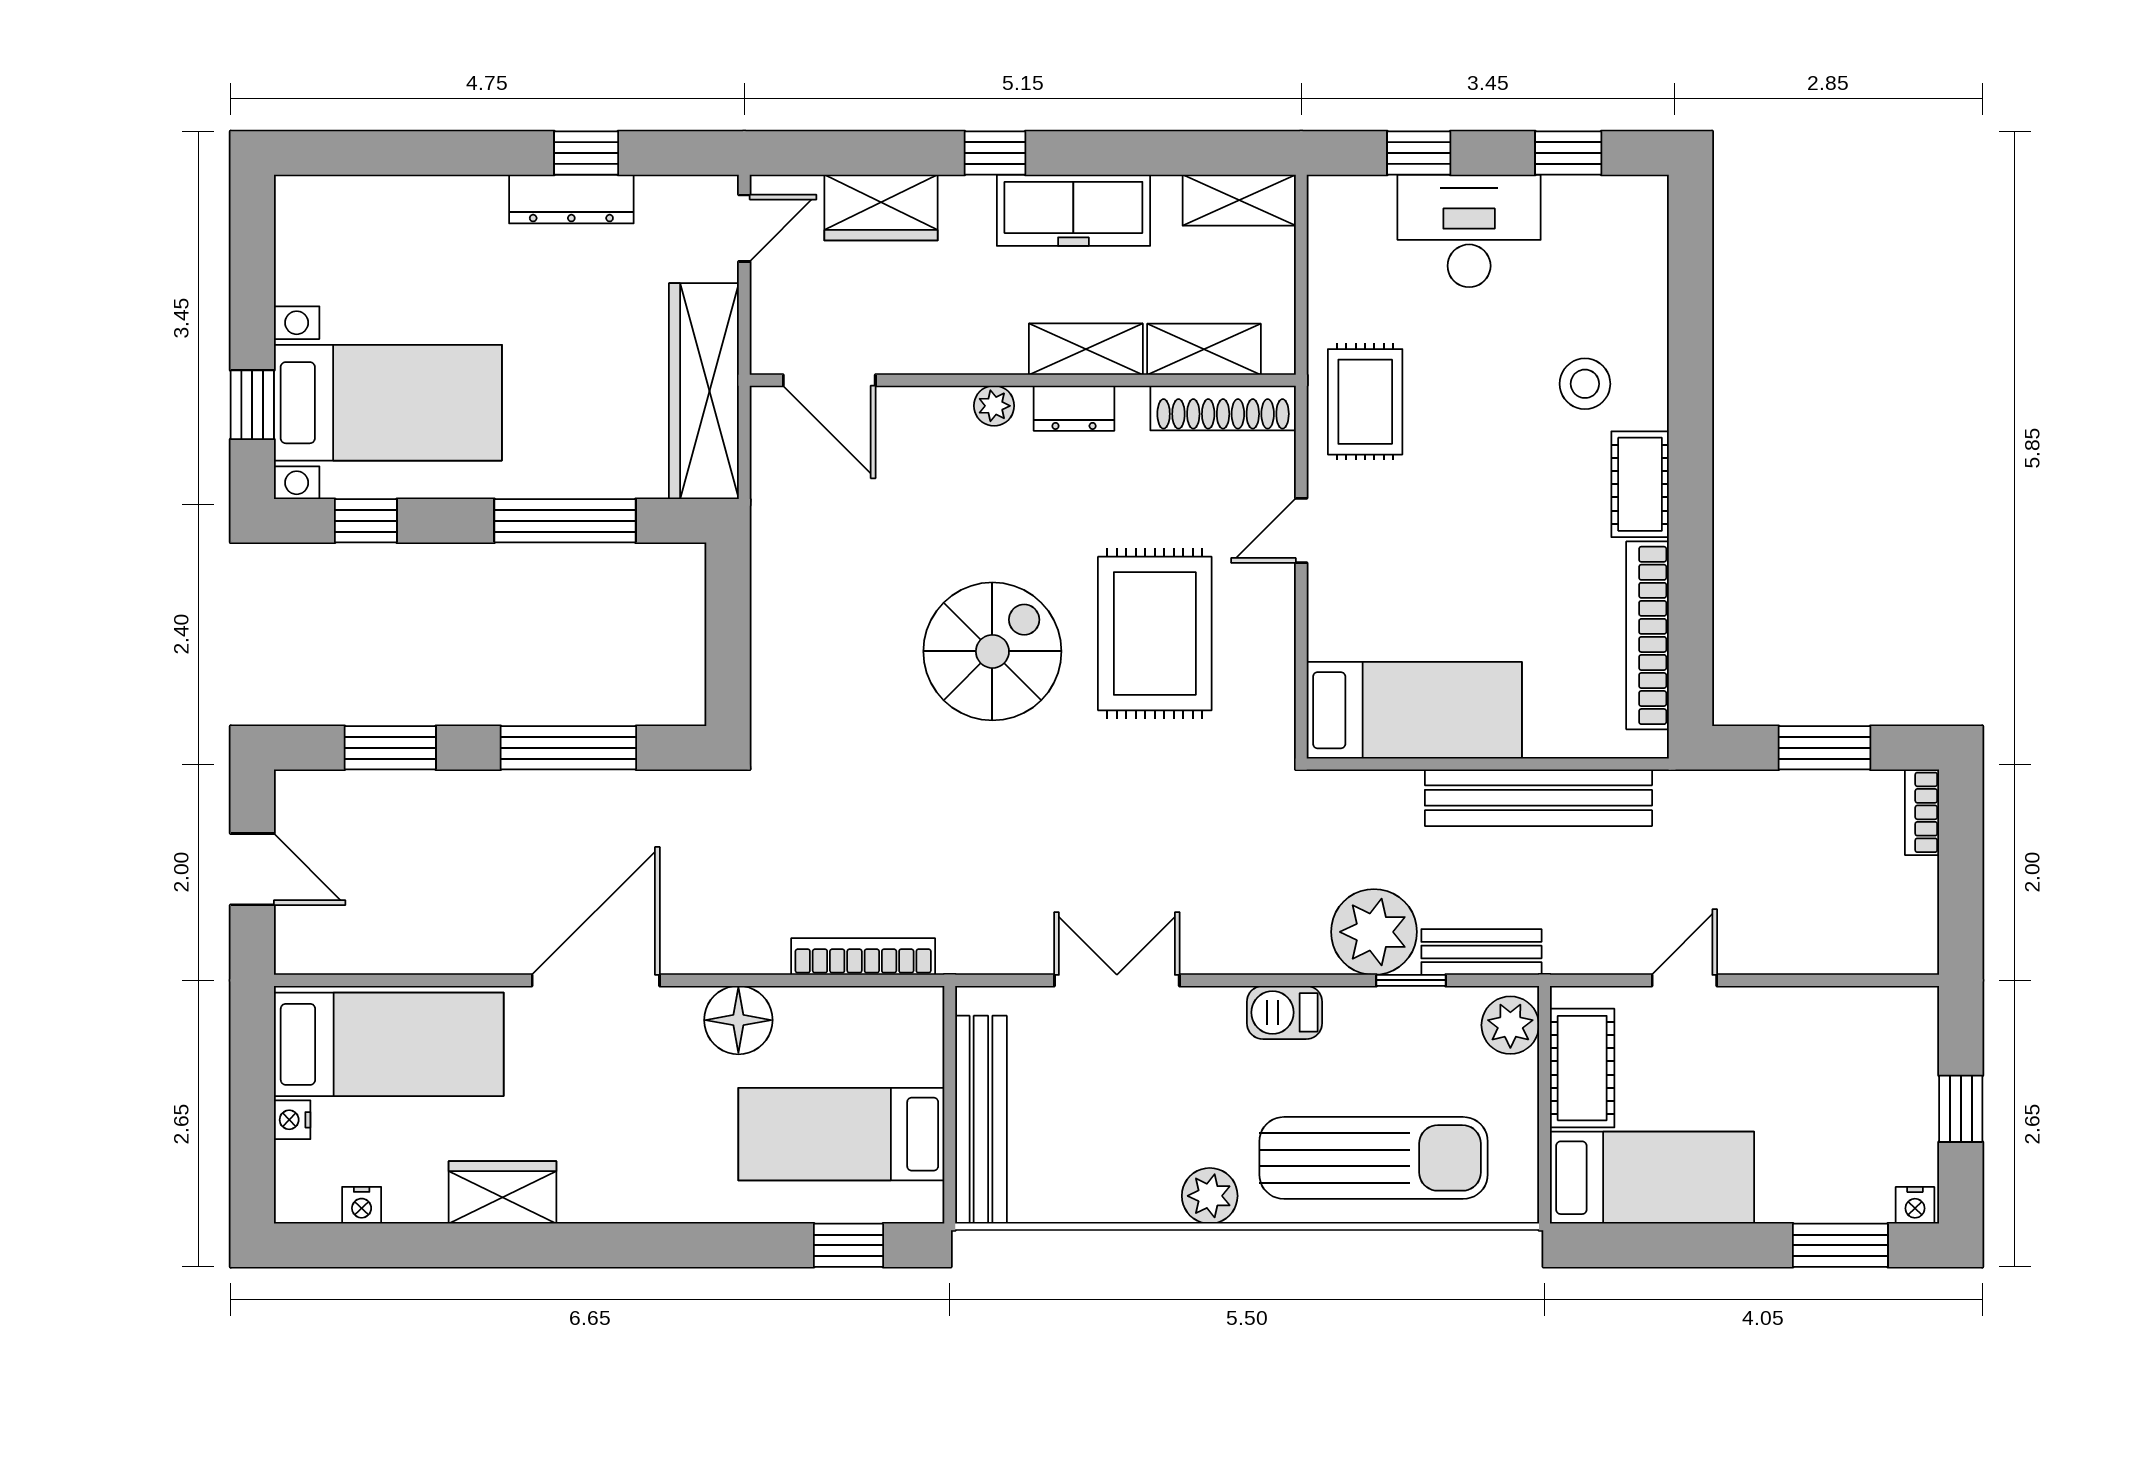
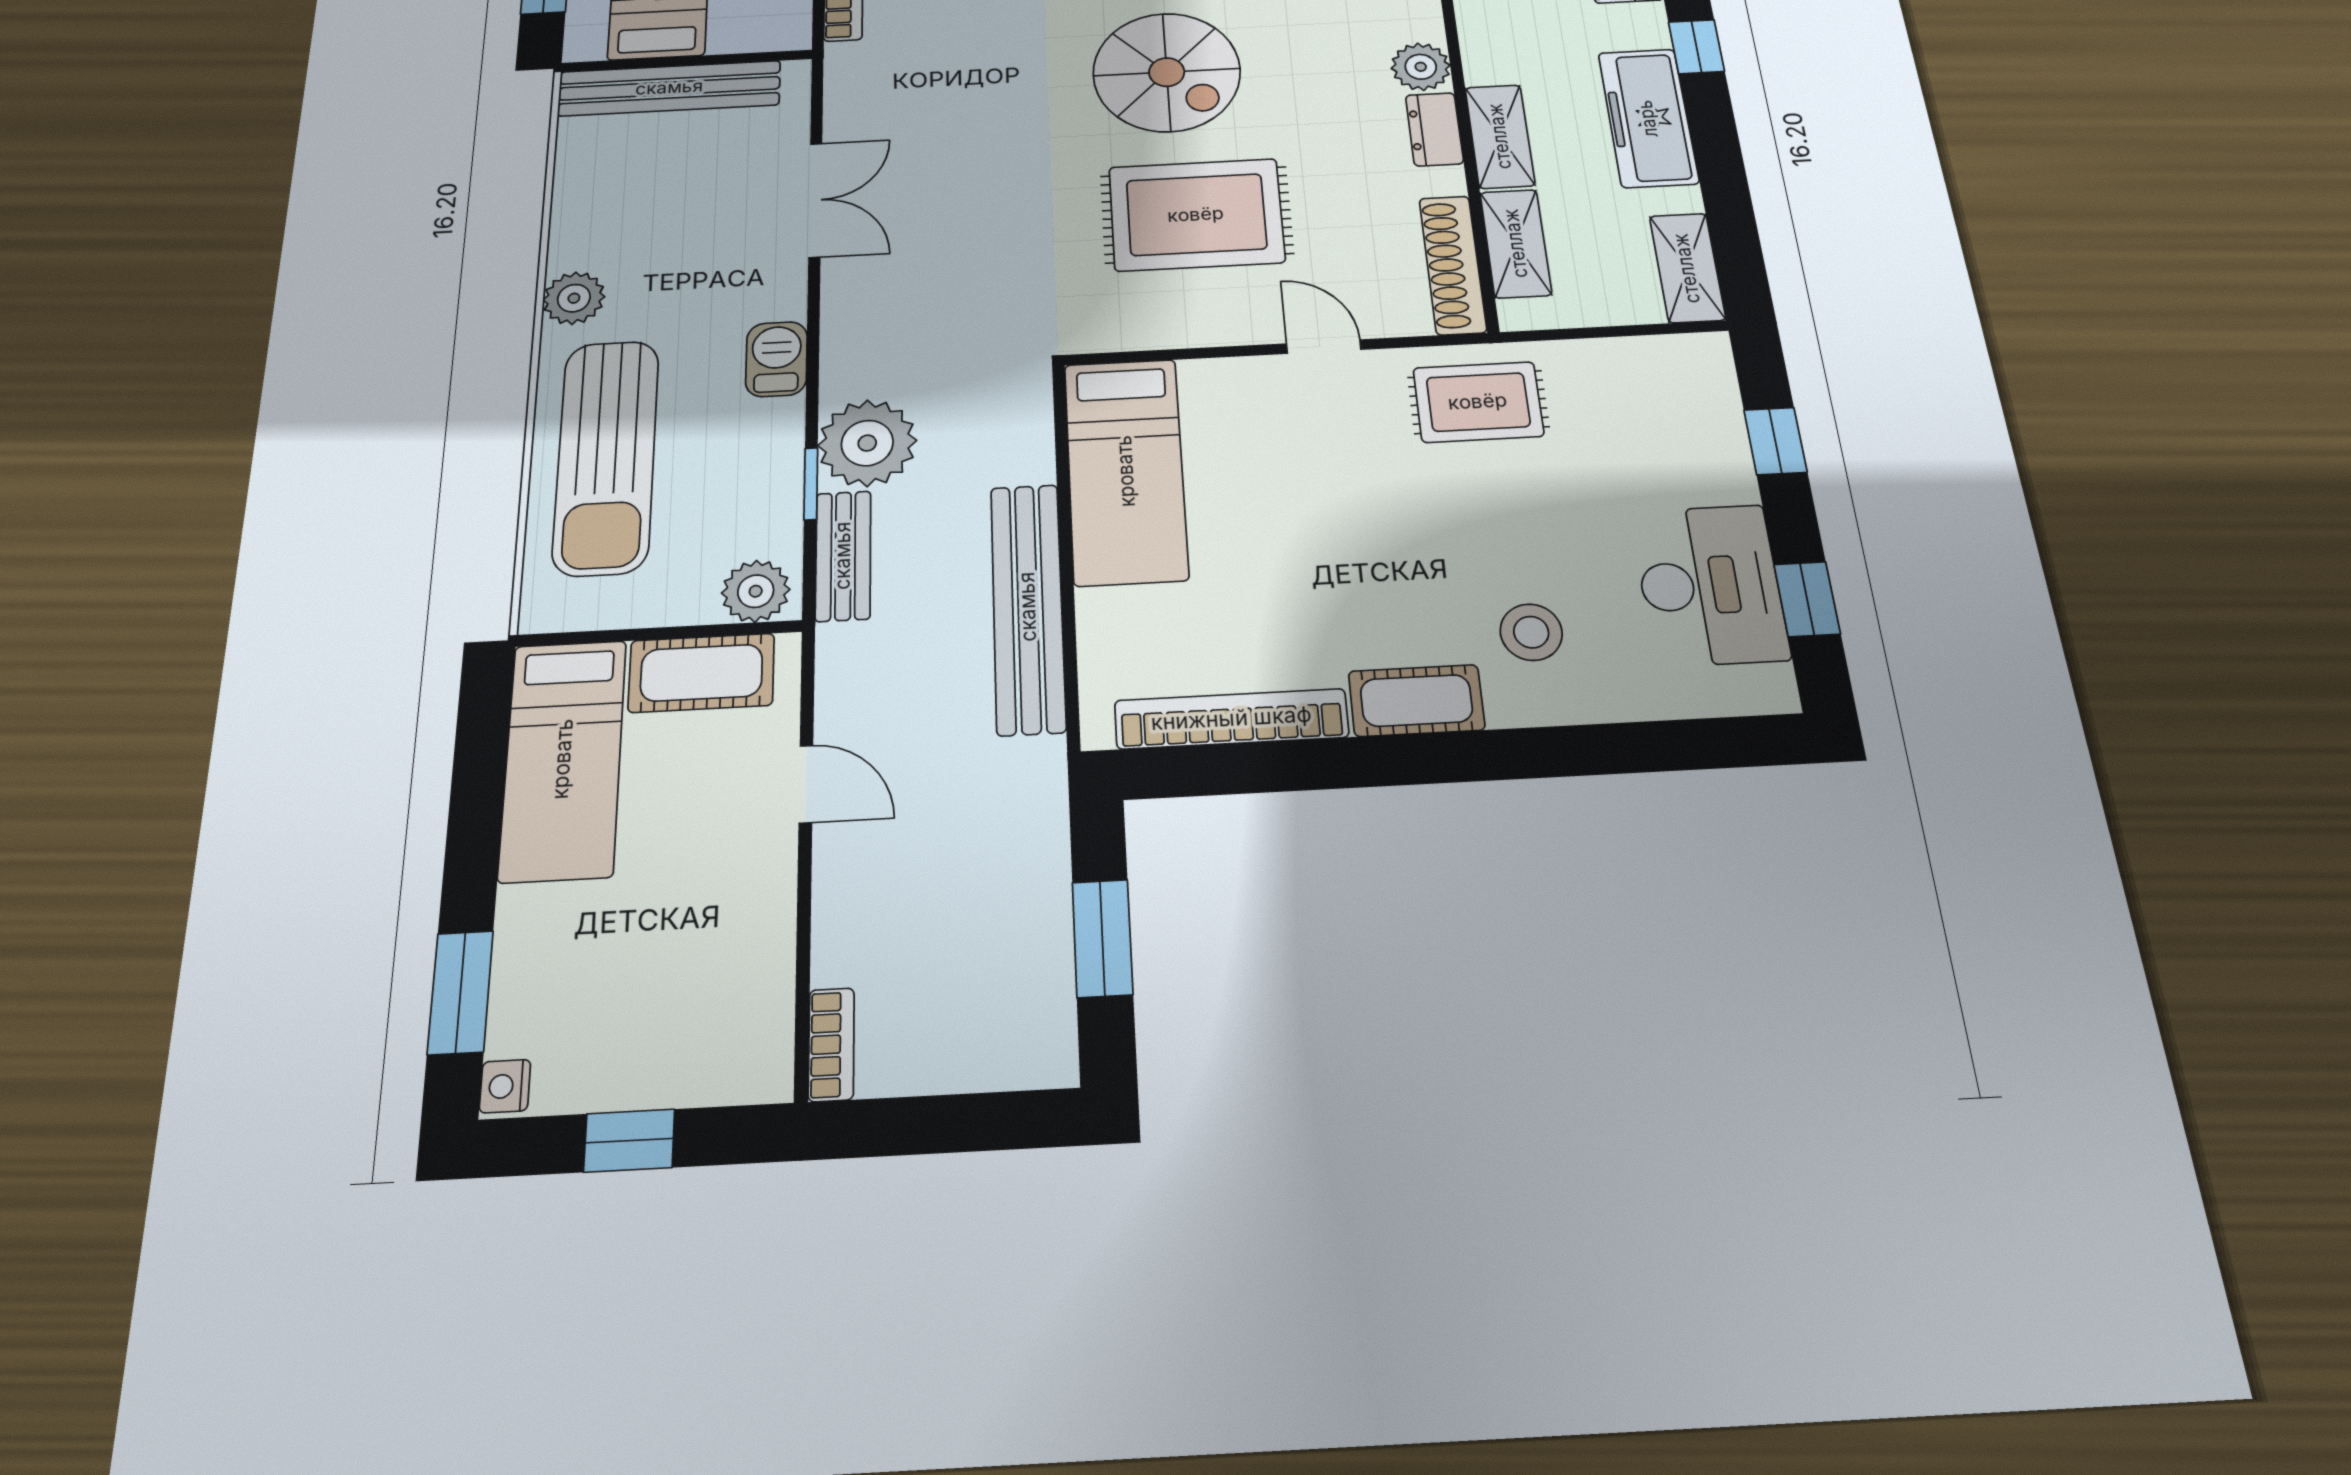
desk: (1469, 231) -> (1710, 585), moved
plant: (994, 406) -> (1421, 67), width x1.38, depth x1.38
bookcase: (1922, 812) -> (831, 1044), moved, turned 90

